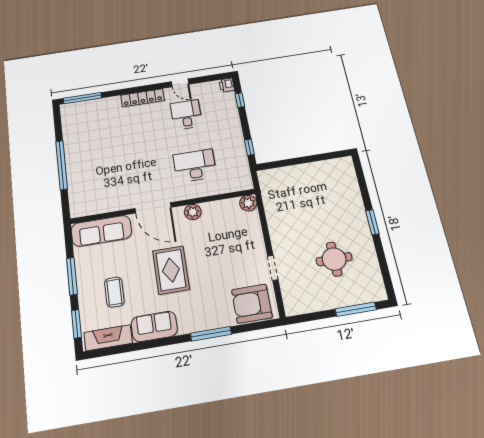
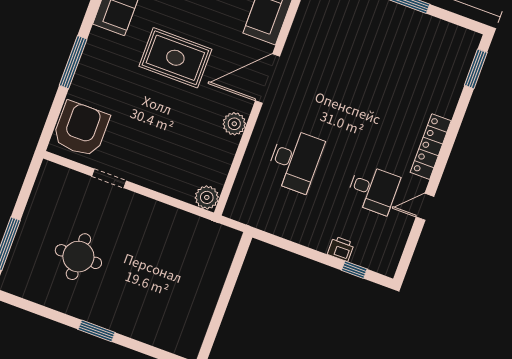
printer: (227, 85) -> (341, 249), moved
window: (82, 98) -> (476, 69), width x0.69
window: (249, 147) -> (281, 243), removed

